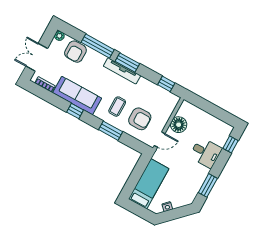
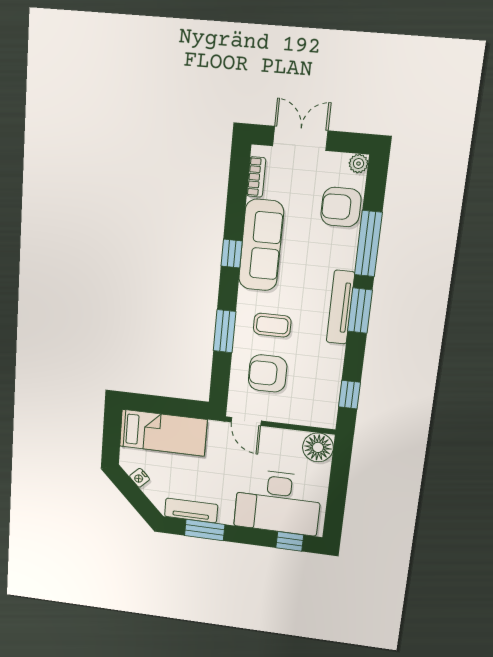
armchair: (140, 119) -> (268, 373), turned 90
floor lamp: (179, 125) -> (318, 447), moved
desk: (206, 153) -> (278, 502), width x1.87, depth x1.30
tv unit: (195, 188) -> (191, 510), added

